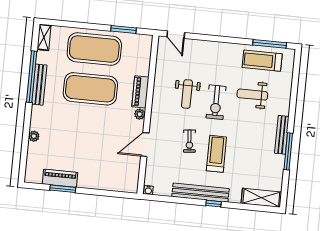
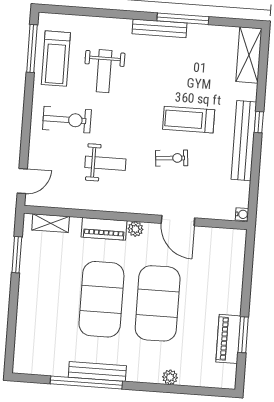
shelving: (44, 37) -> (51, 223), moved
exercise mat: (94, 49) -> (158, 303), moved
exercise bike: (216, 102) -> (67, 120), moved

